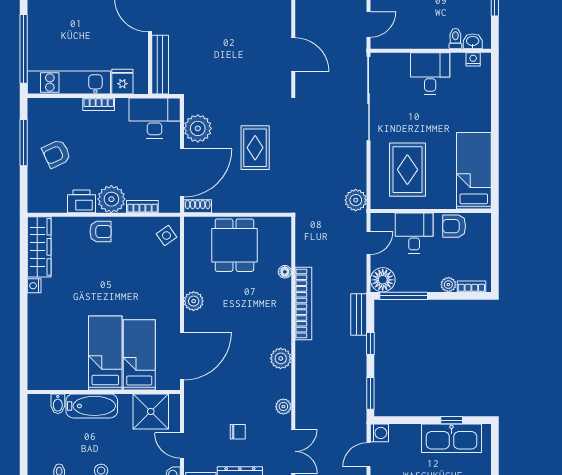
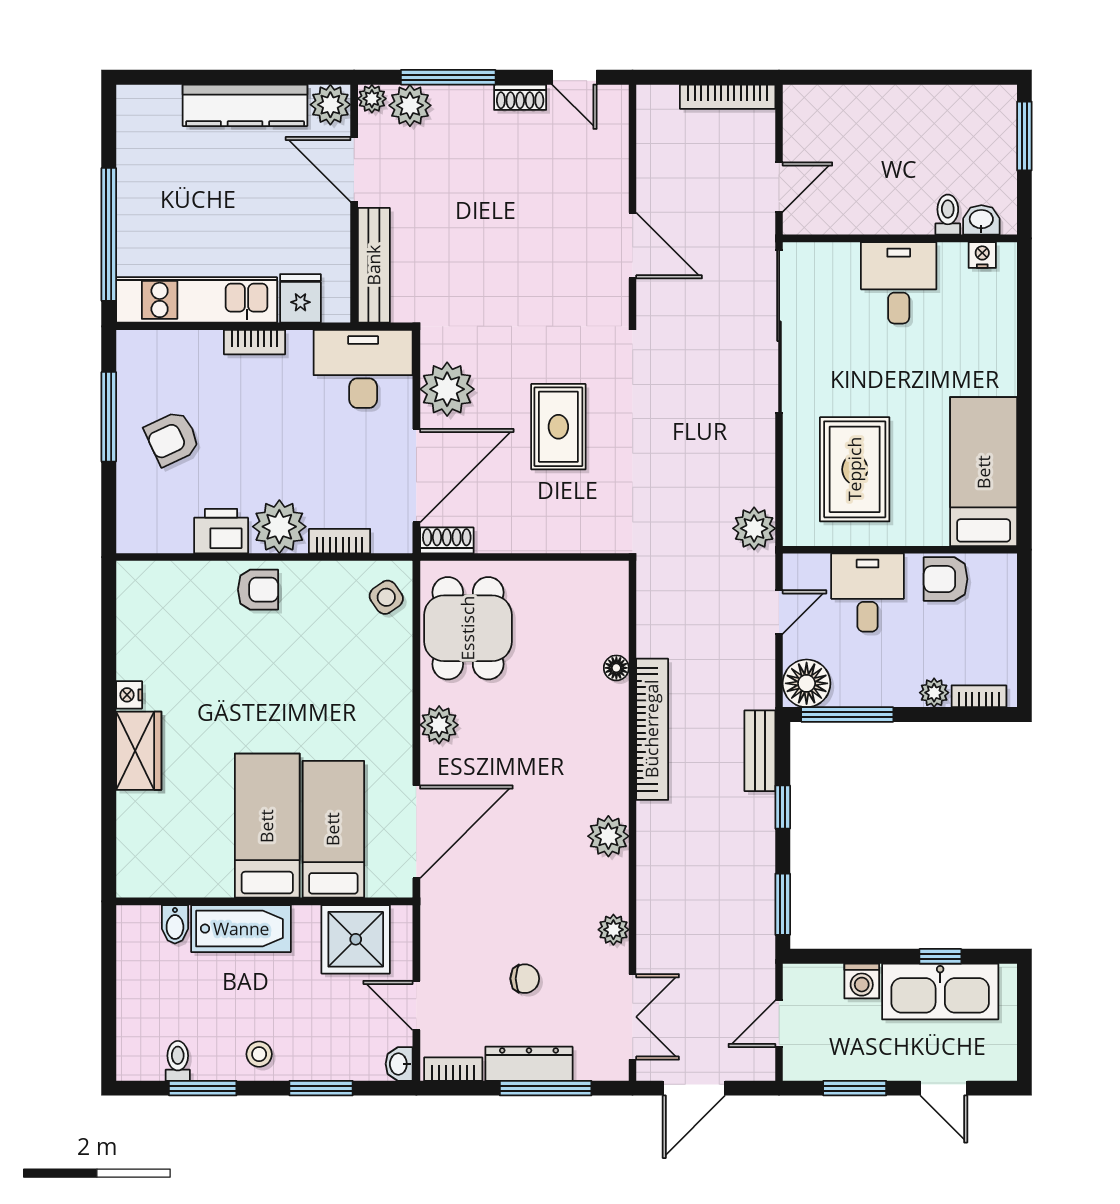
dining table: (234, 245) -> (468, 628), moved
wardrobe: (39, 247) -> (139, 751), moved, width x0.67
washing machine: (379, 433) -> (862, 981), moved, turned 90

